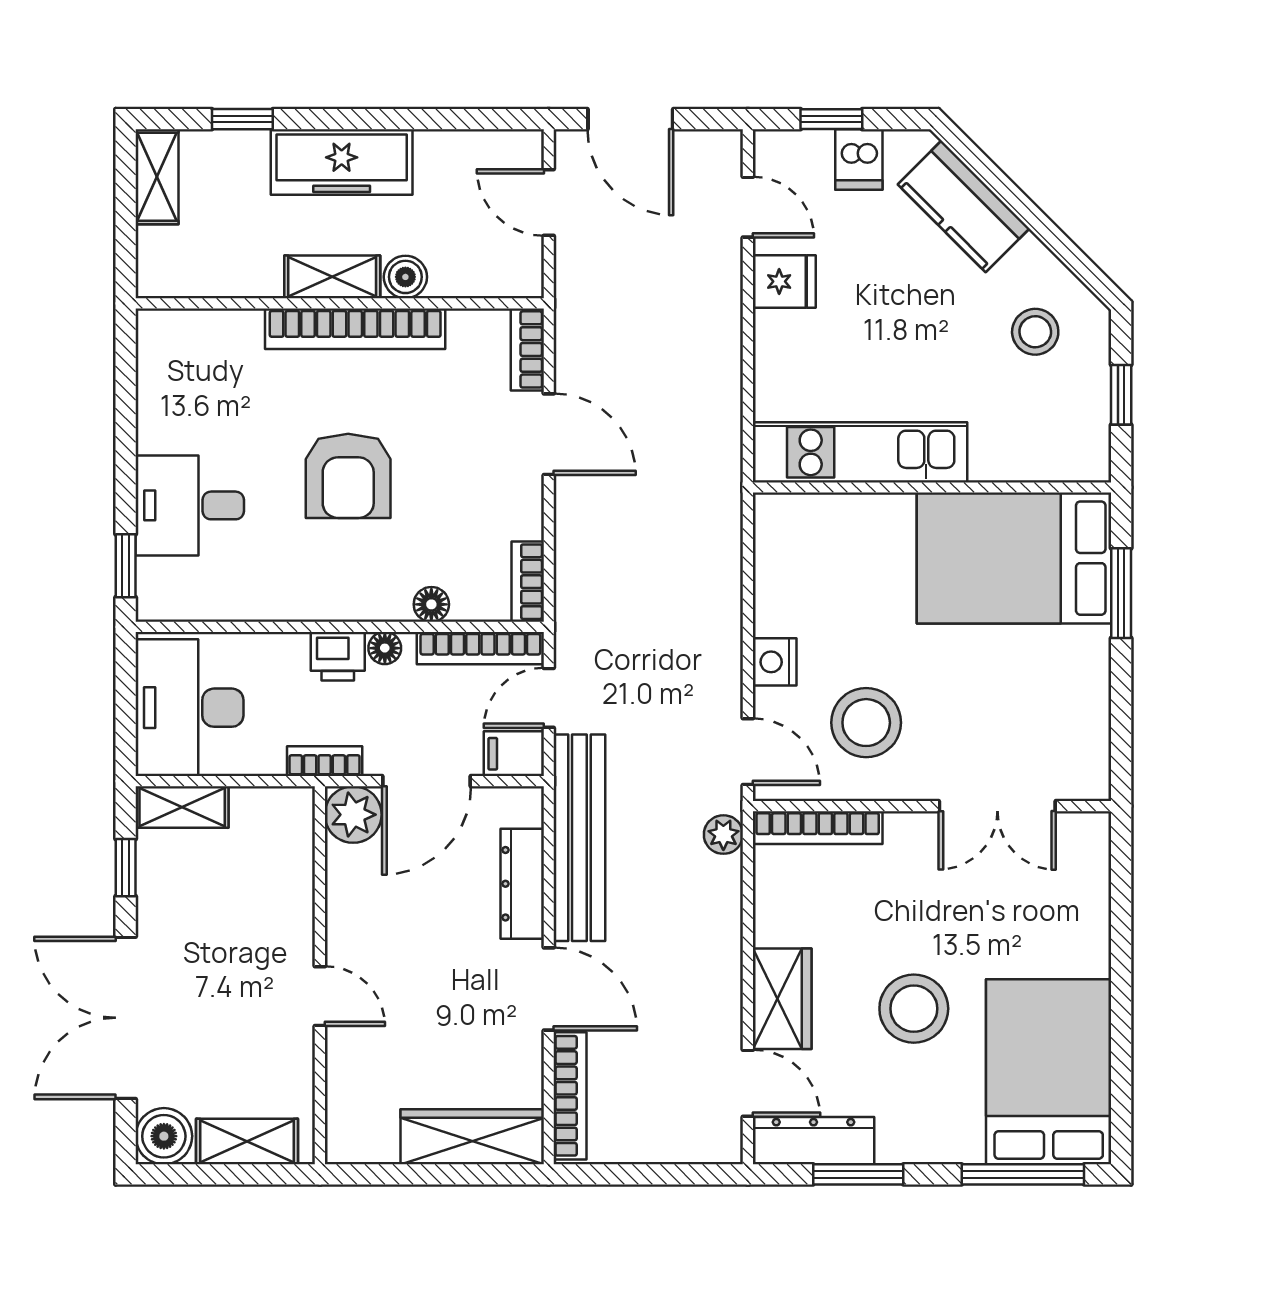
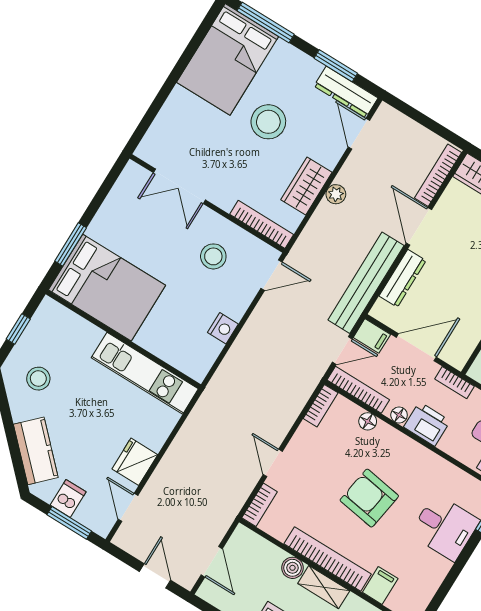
door: (630, 119) -> (155, 576), width x0.73
window: (831, 119) -> (69, 523), width x1.50
fridge: (784, 281) -> (135, 462), width x1.38
filing cabinet: (238, 339) -> (380, 585), added
door: (549, 434) -> (273, 463), width x0.73
armchair: (348, 476) -> (369, 498), turned -81
printer: (338, 656) -> (427, 424), width x1.36, depth x1.24
nightstand: (775, 662) -> (223, 328), moved
stool: (866, 723) -> (213, 256), width x0.73, depth x0.73
door: (748, 752) -> (272, 275), swing flipped
double door: (997, 806) -> (179, 186), swing flipped
plant: (353, 815) -> (456, 352), removed
plant: (723, 835) -> (336, 194), moved
wardrobe: (782, 999) -> (306, 186), moved

